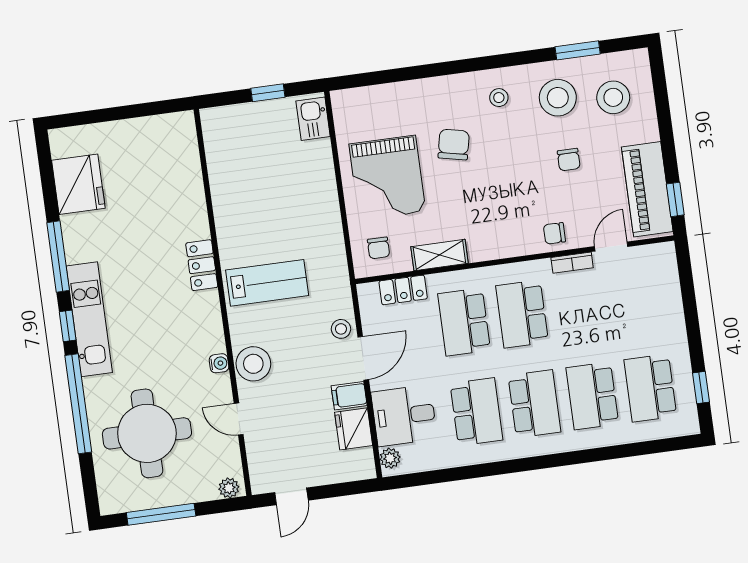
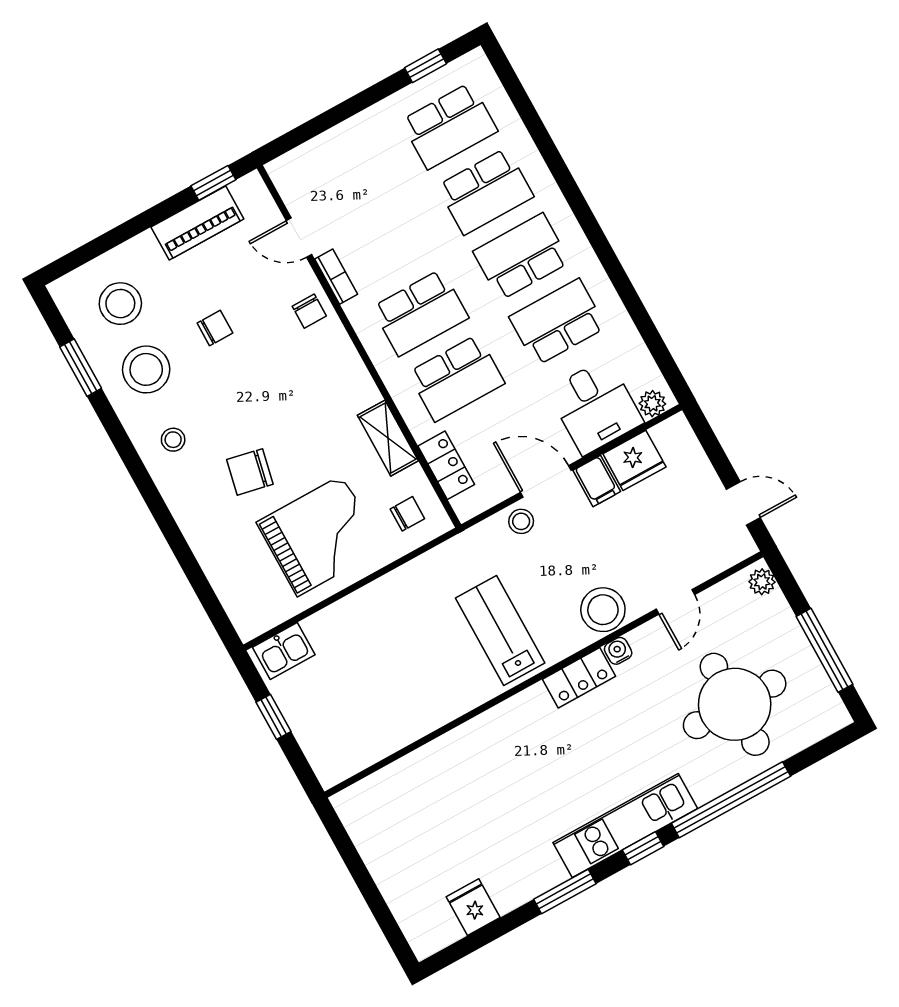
fridge: (78, 184) -> (473, 907), width x0.53, depth x0.75
piano: (647, 189) -> (197, 223), width x0.73, depth x0.75
window: (58, 256) -> (565, 891), width x0.69
locker: (202, 265) -> (579, 678), moved

